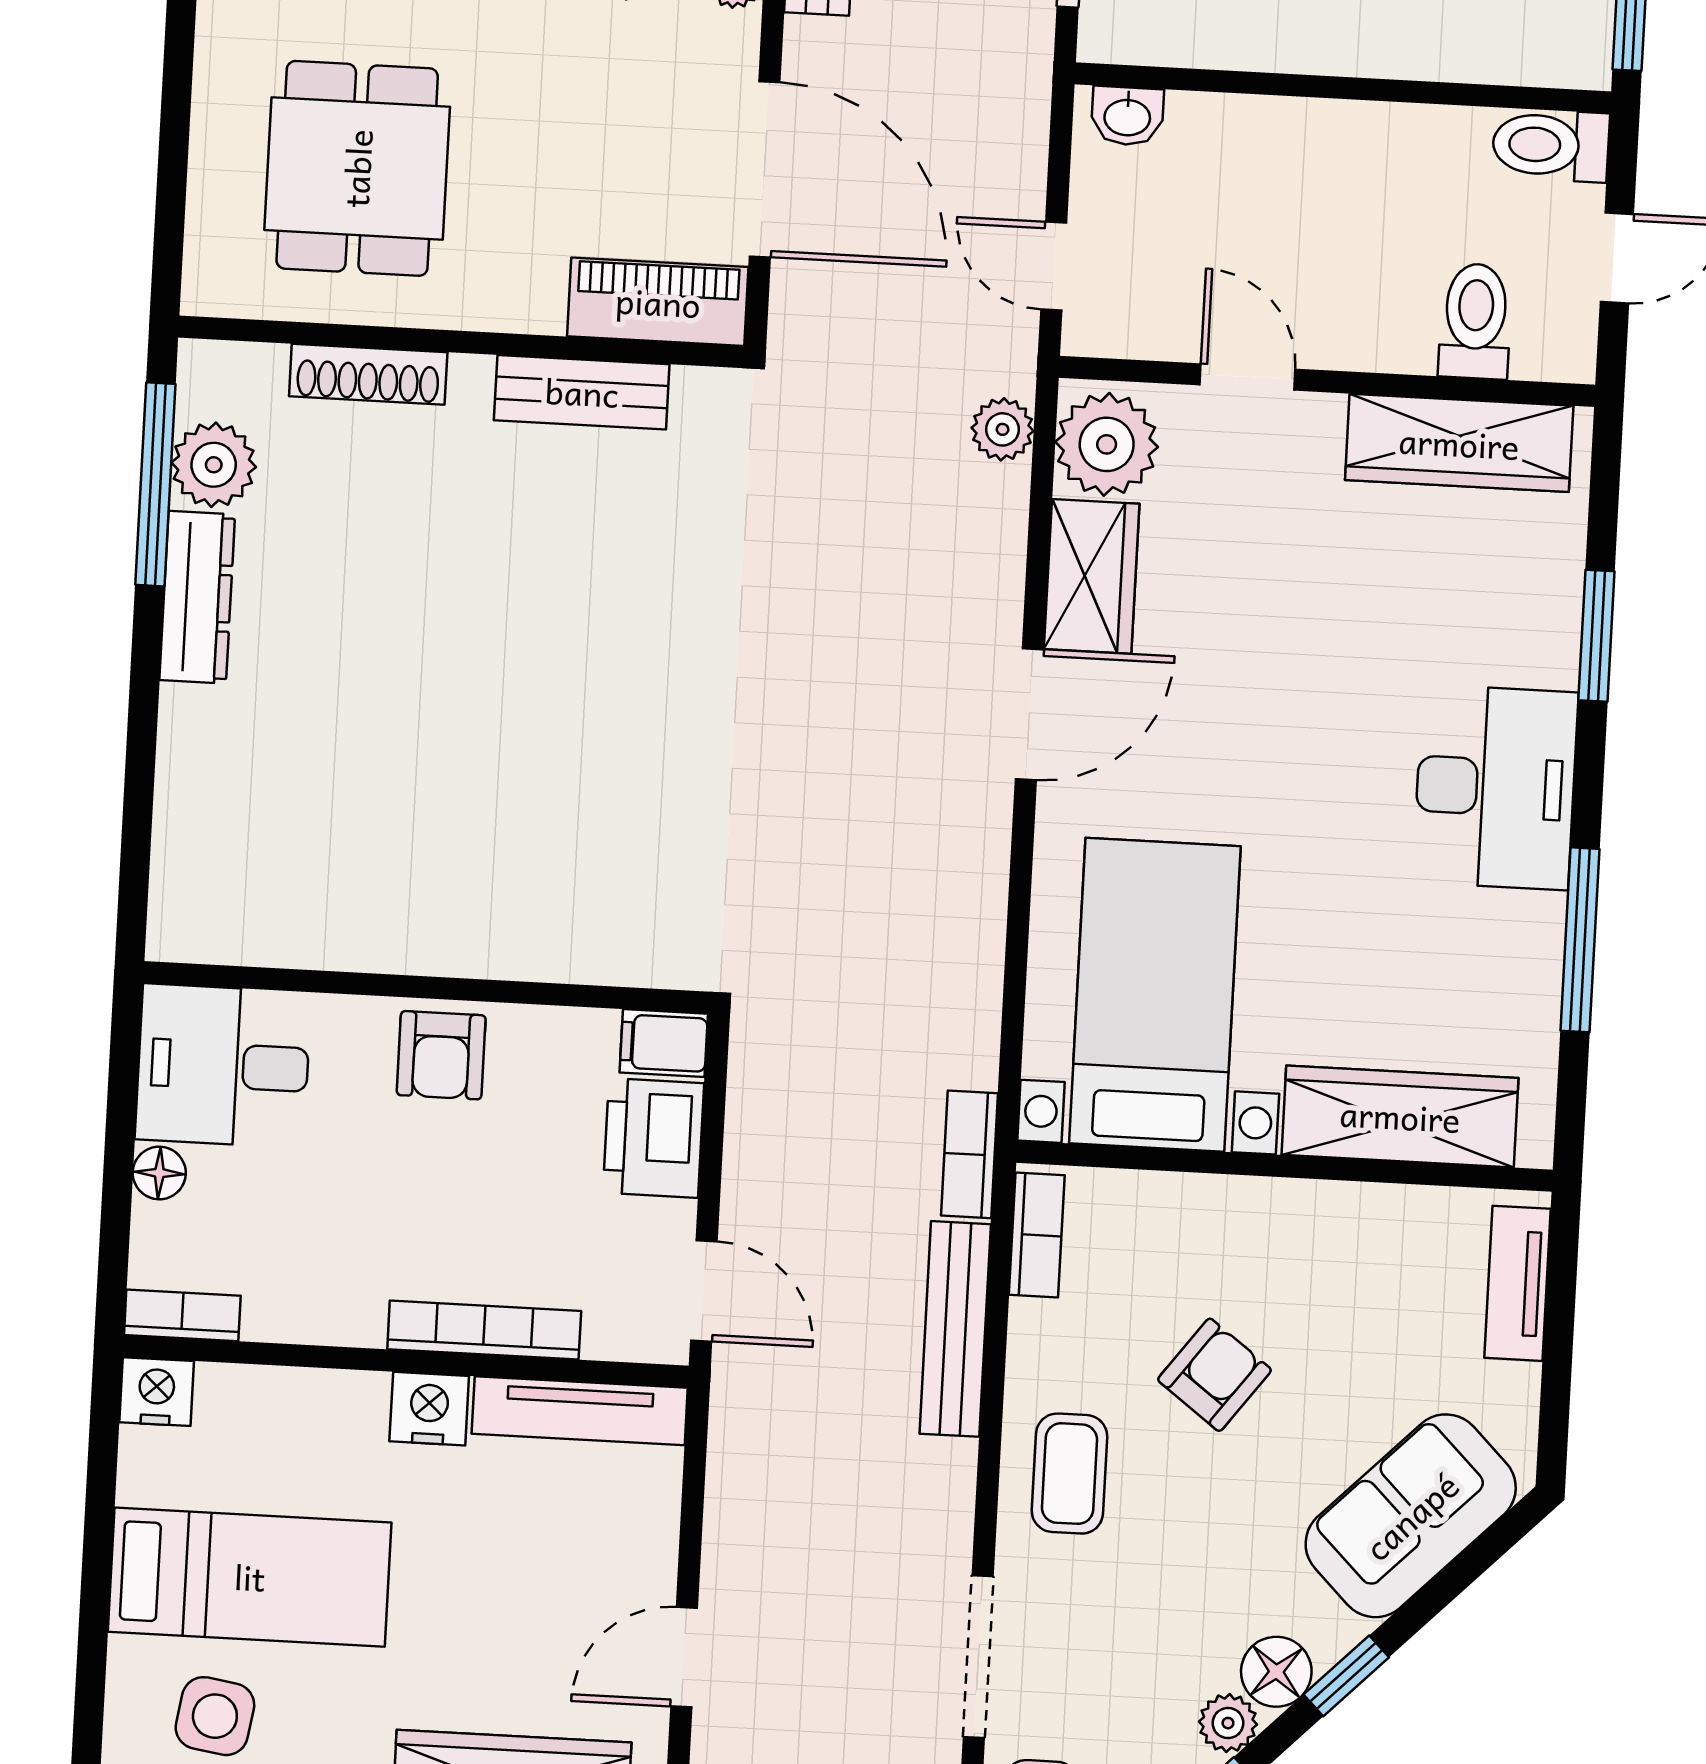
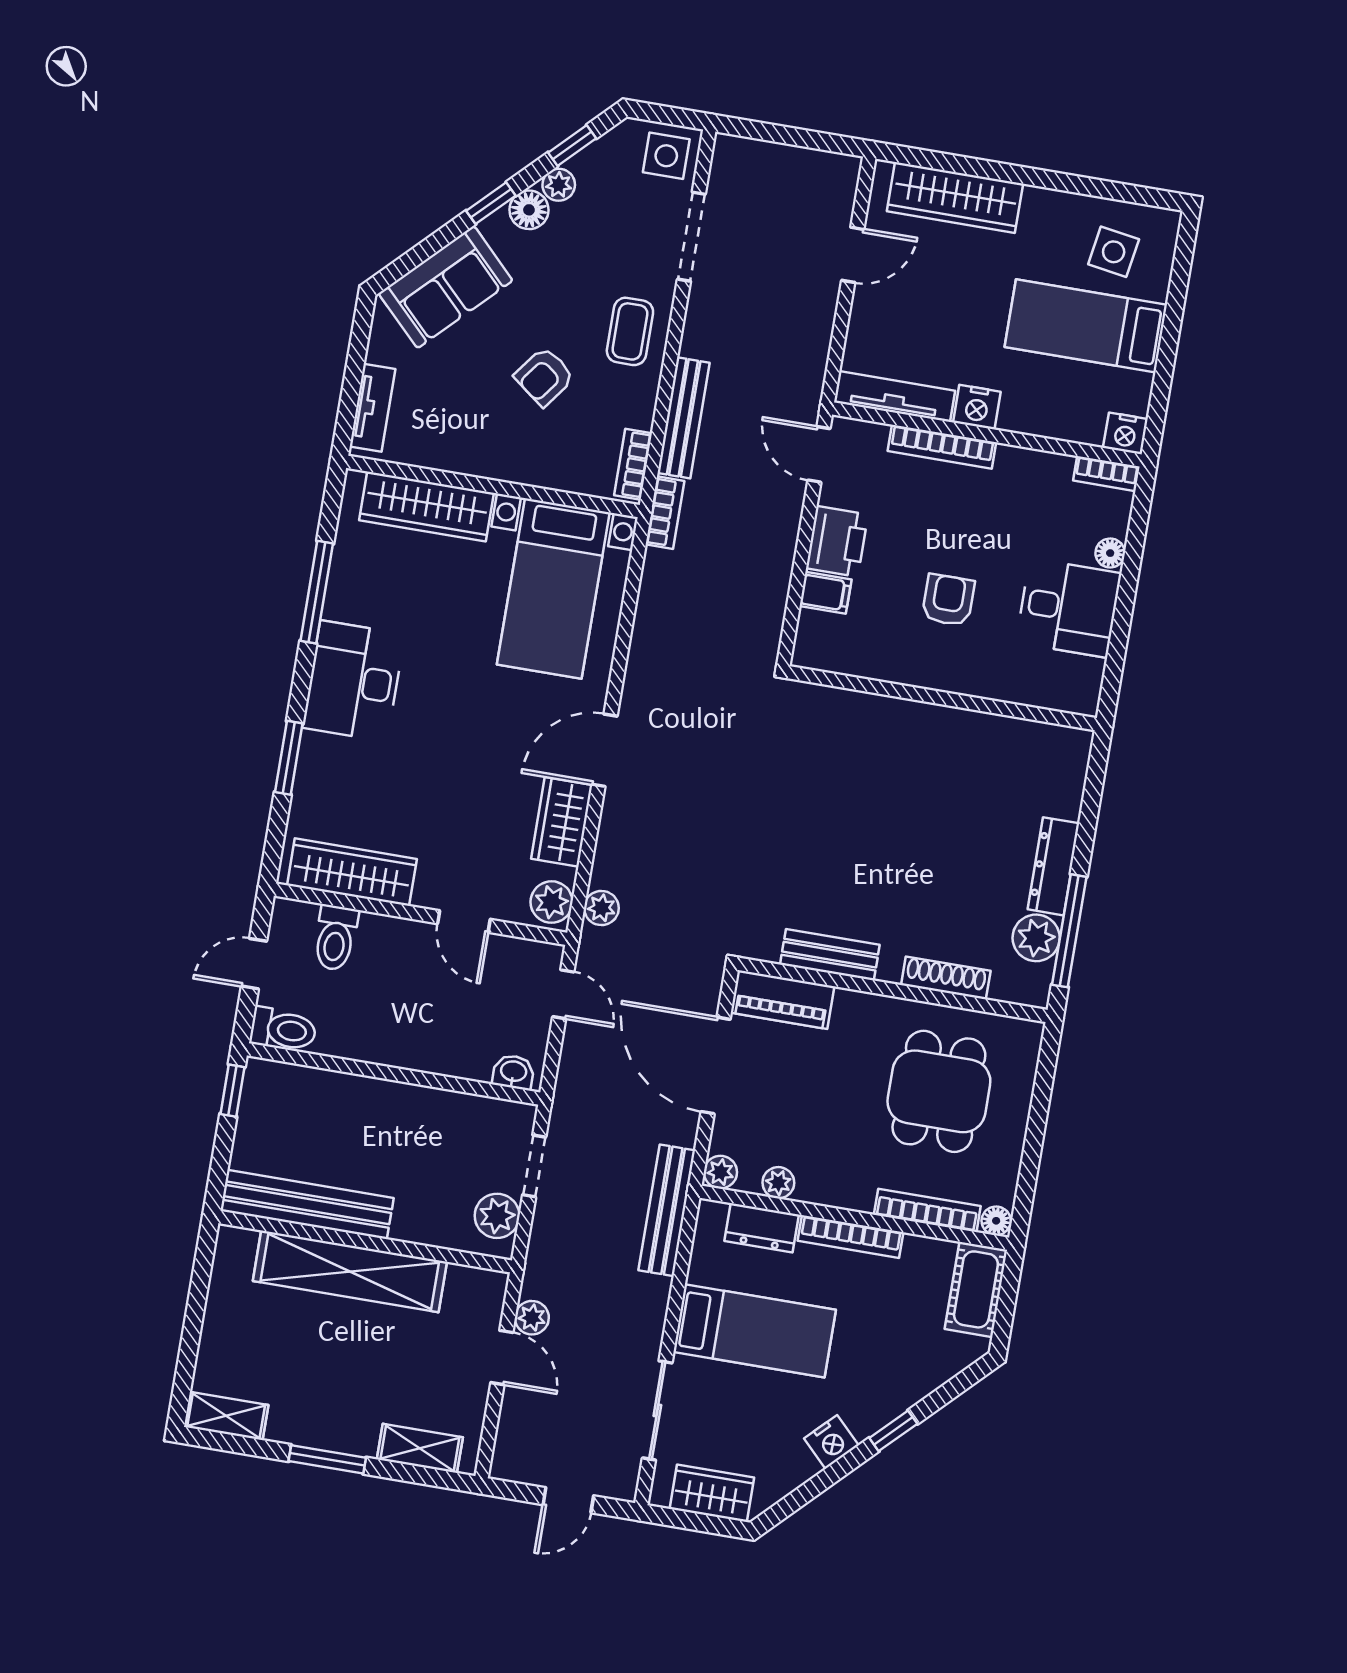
plant: (1107, 444) -> (552, 902), width x0.73, depth x0.73
wall: (426, 987) -> (942, 698), moved

